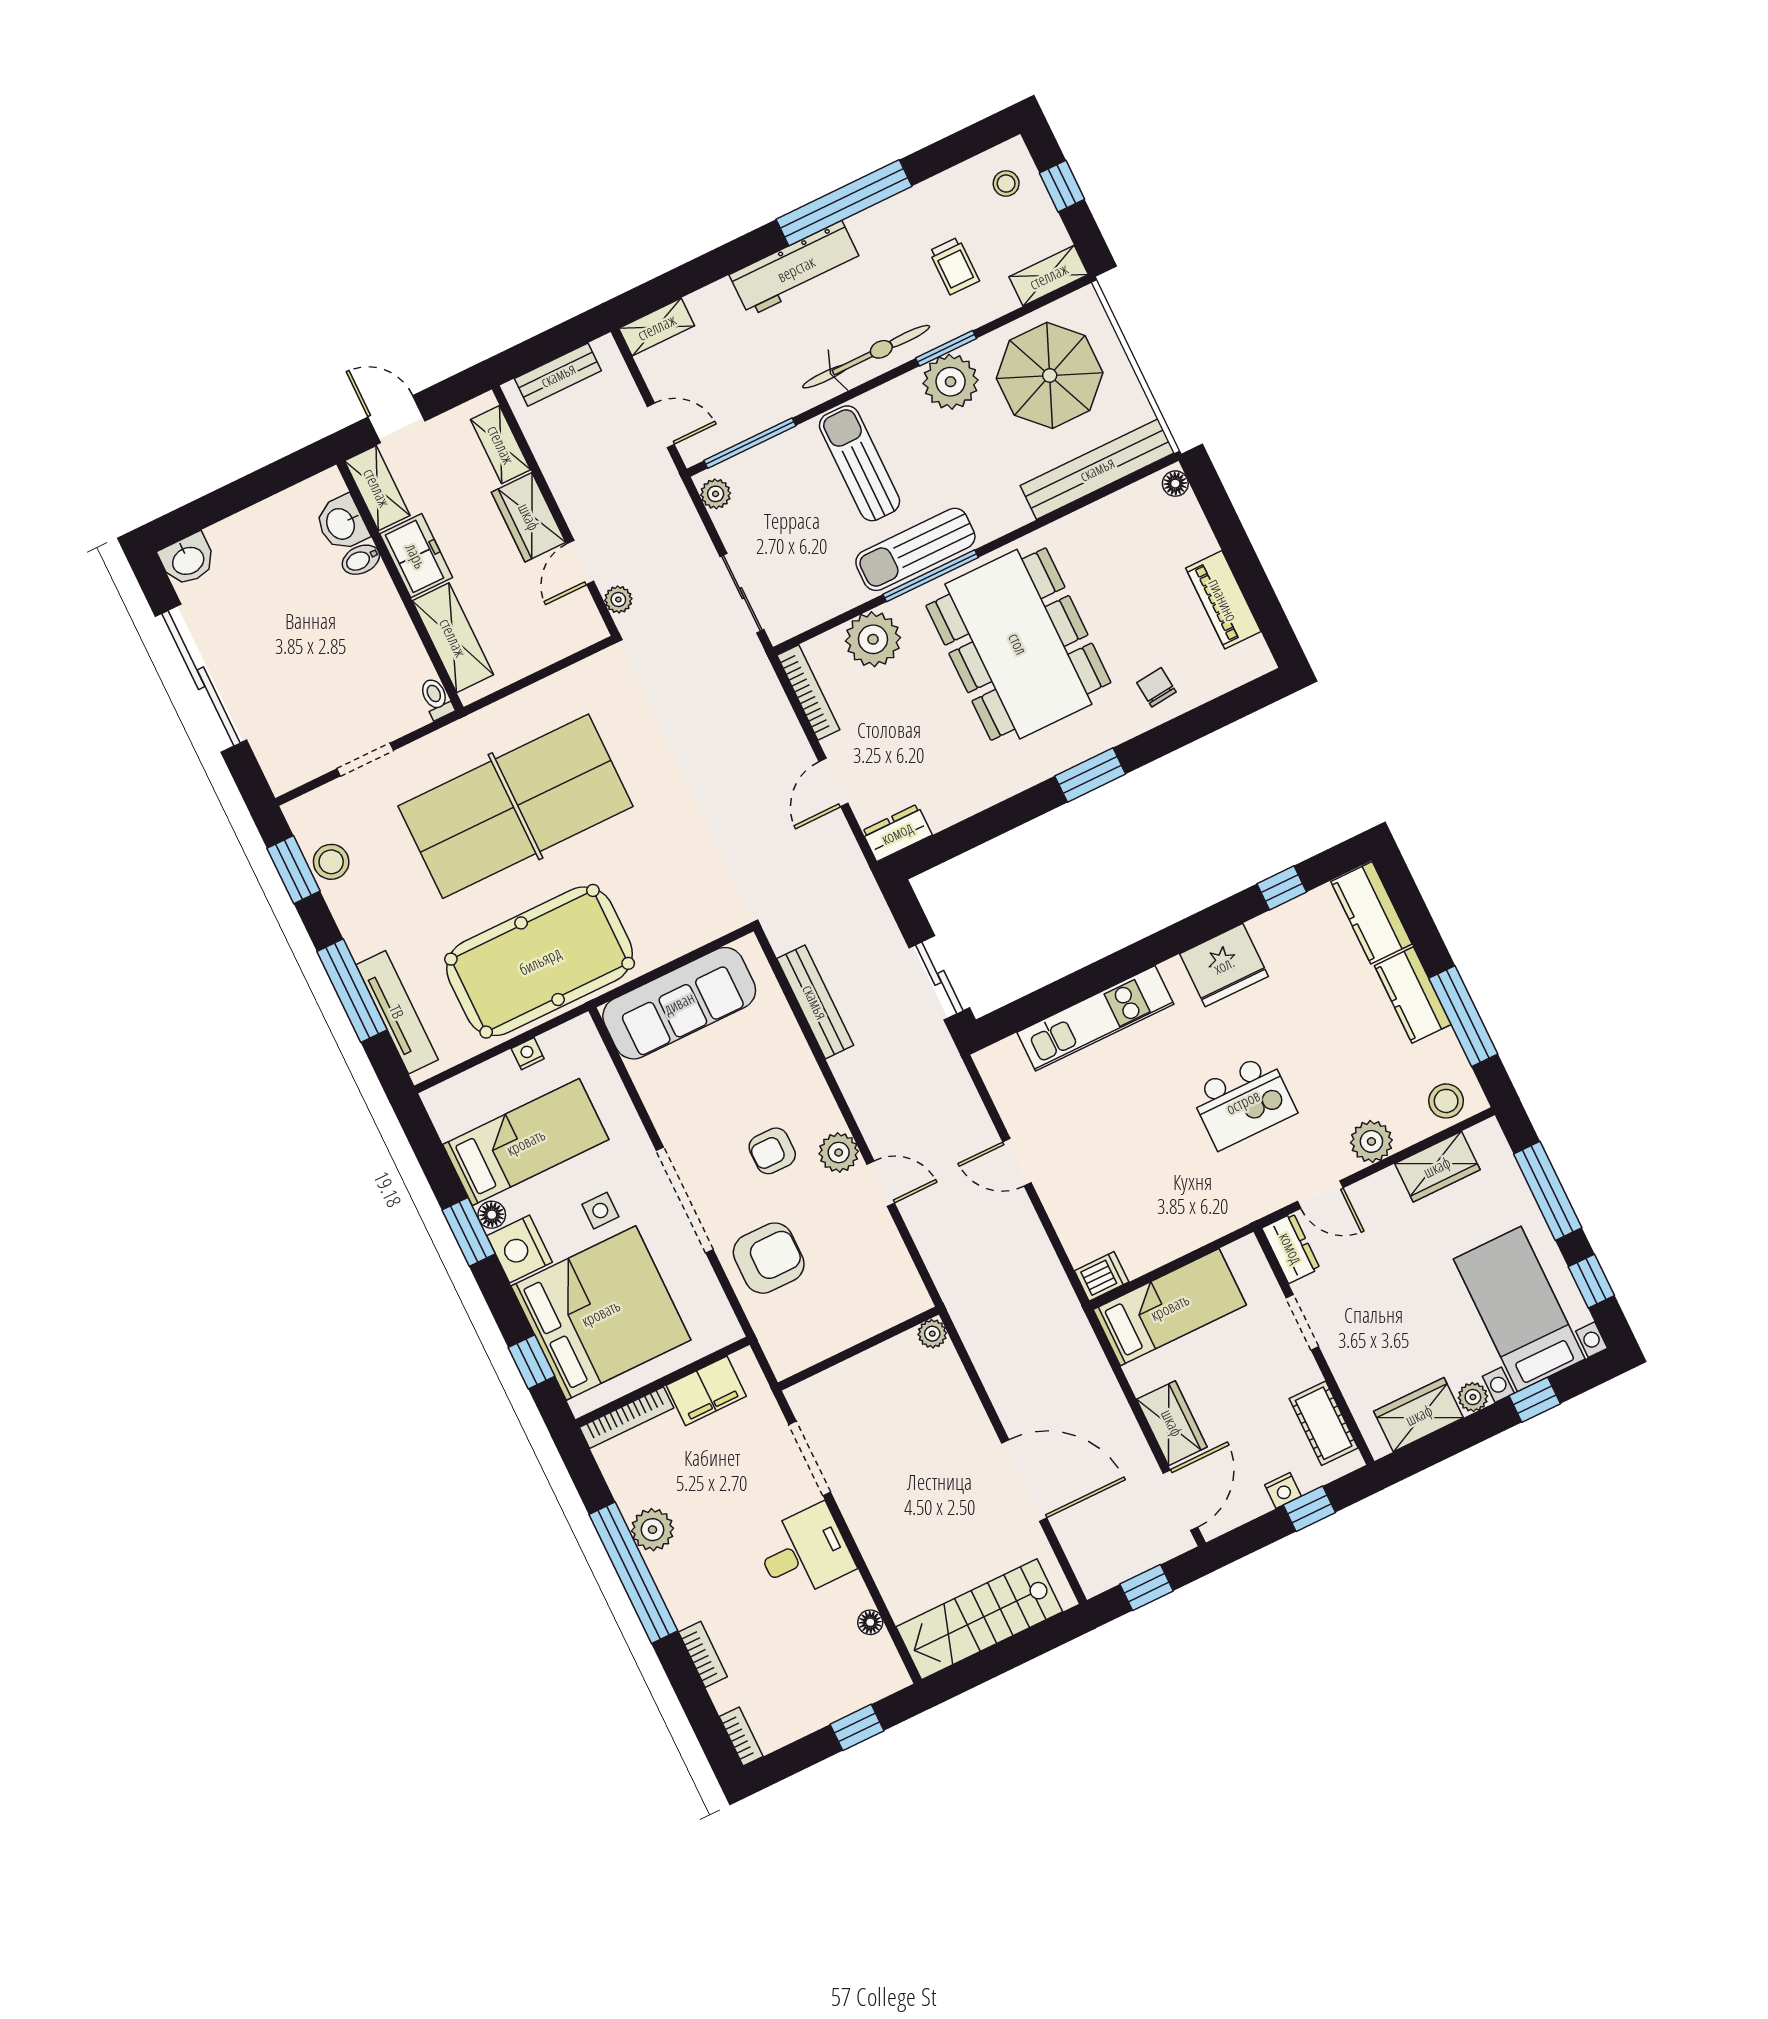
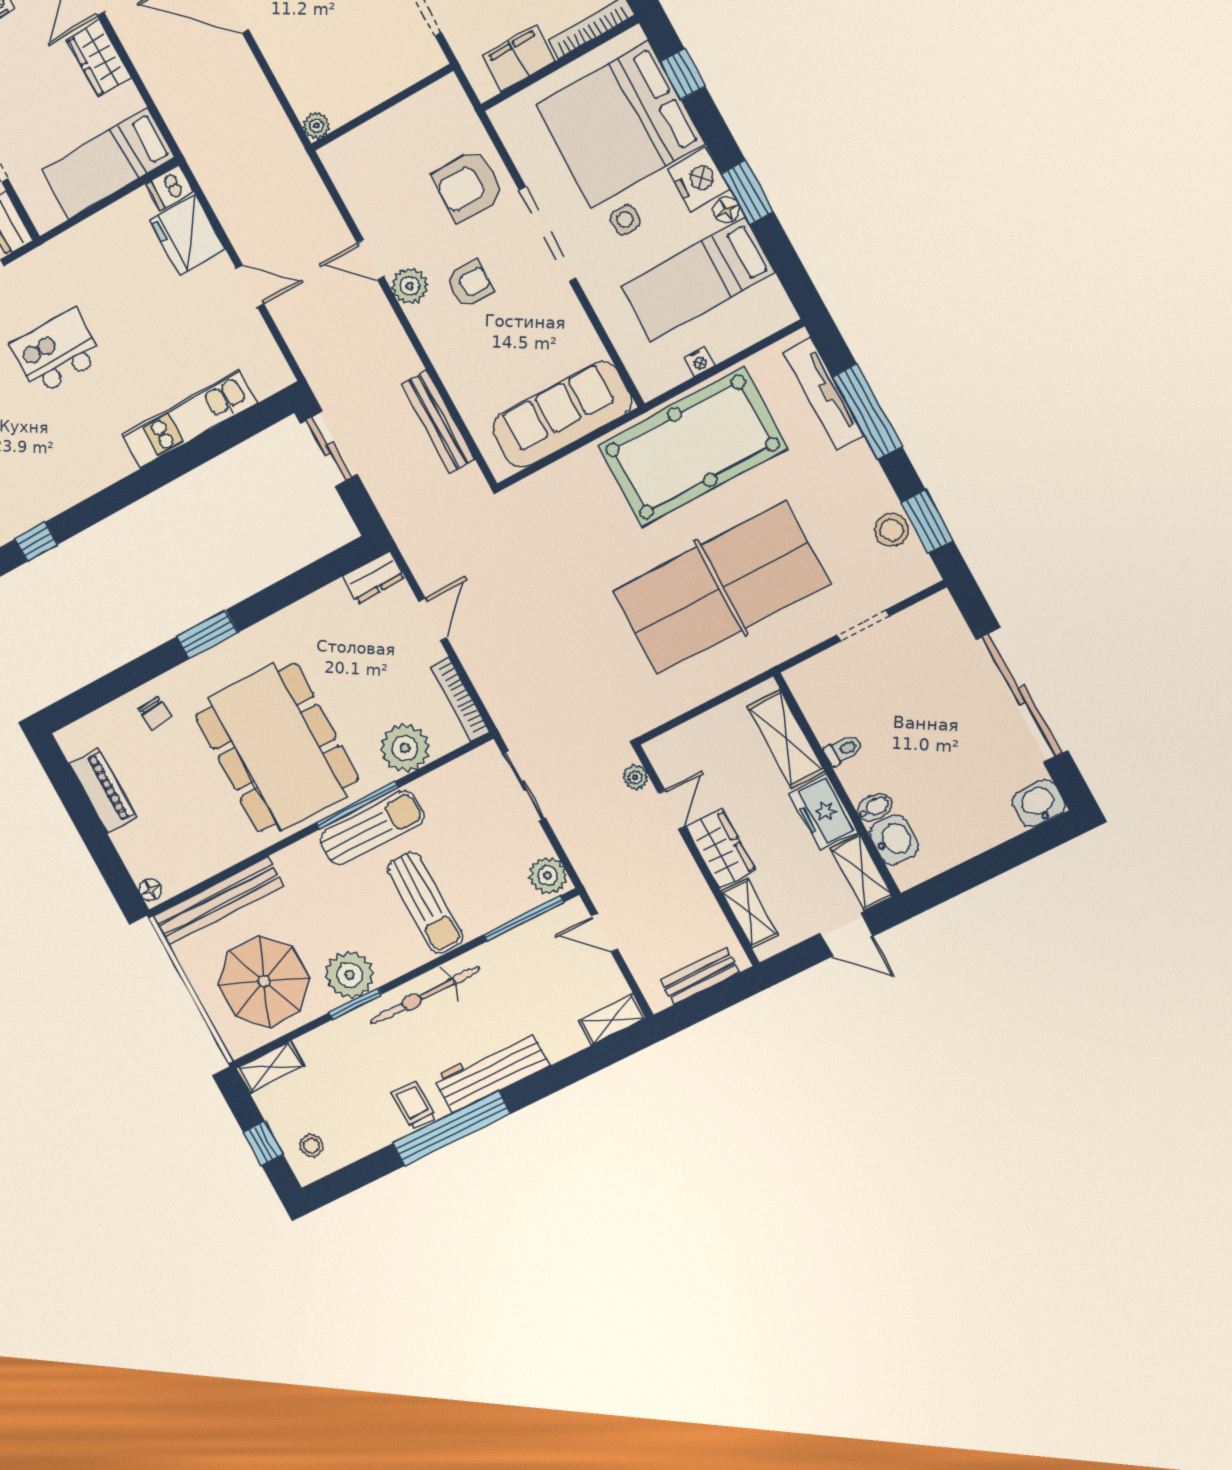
trolley: (954, 266) -> (414, 1105), moved
plant: (716, 494) -> (548, 875), width x1.38, depth x1.38
toilet: (436, 698) -> (843, 750), moved, turned -90
fridge: (1224, 965) -> (187, 235), moved, turned -90

